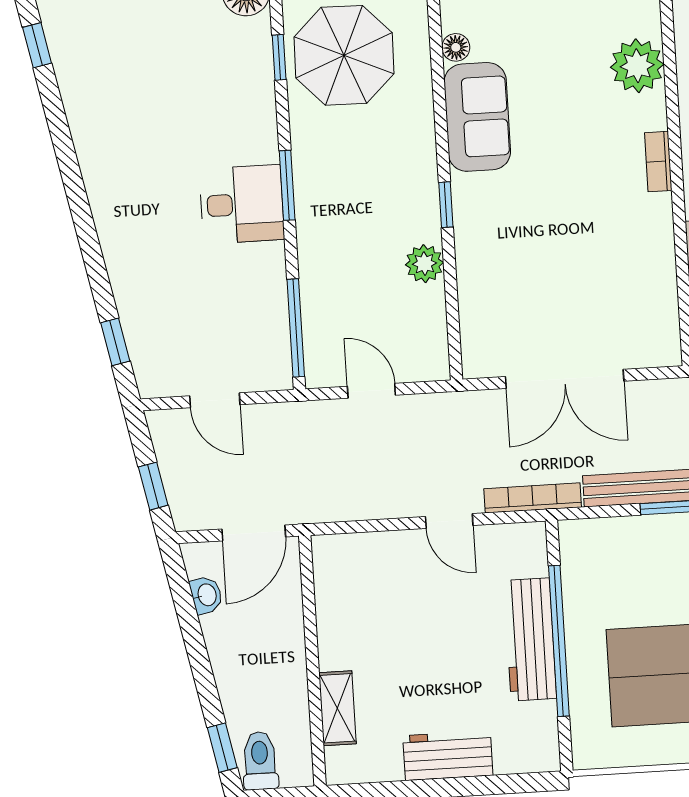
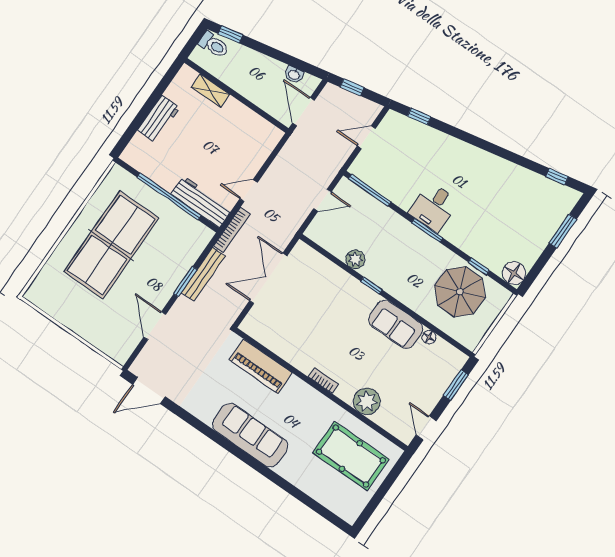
workbench: (530, 639) -> (201, 202), moved

